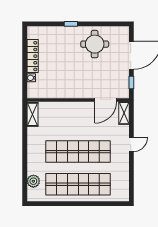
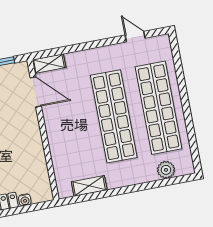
shelving: (32, 114) -> (89, 186), moved
door: (131, 145) -> (135, 37), moved

